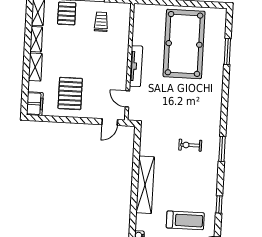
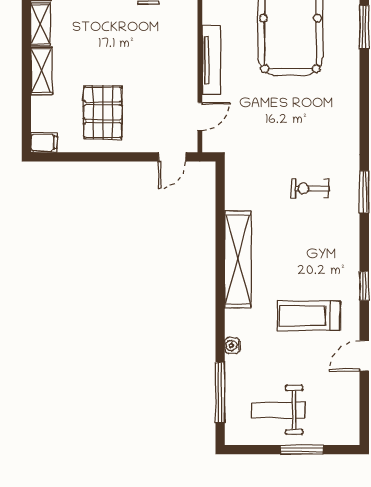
door: (127, 99) -> (200, 116), swing flipped
filing cabinet: (35, 104) -> (44, 142), width x0.50
treadmill: (185, 220) -> (309, 316), turned 180

